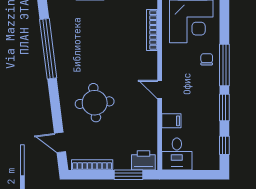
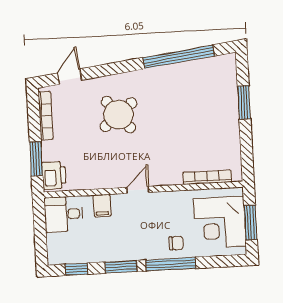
round table: (95, 103) -> (118, 115), turned -34

